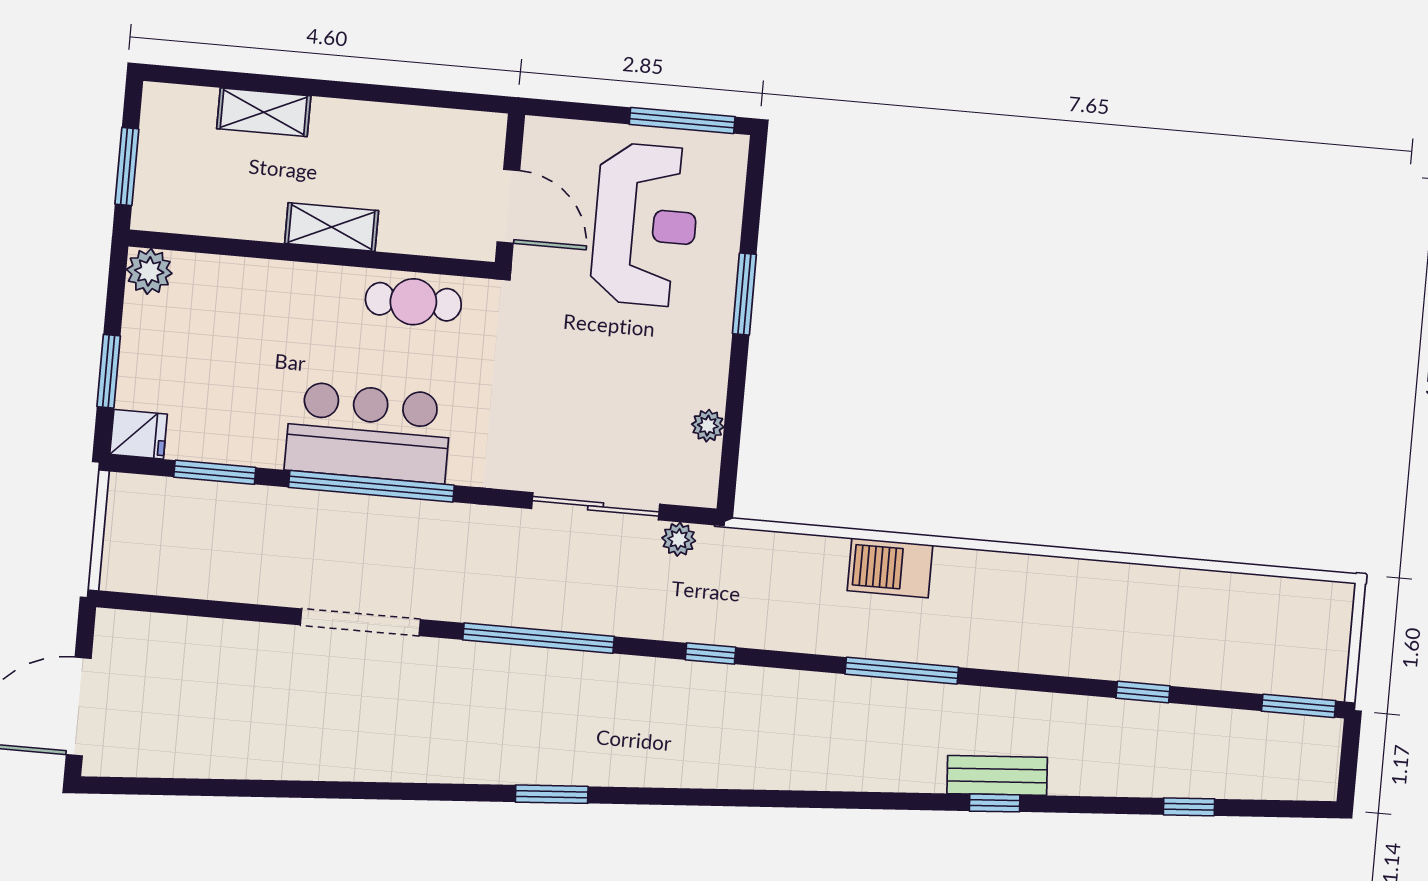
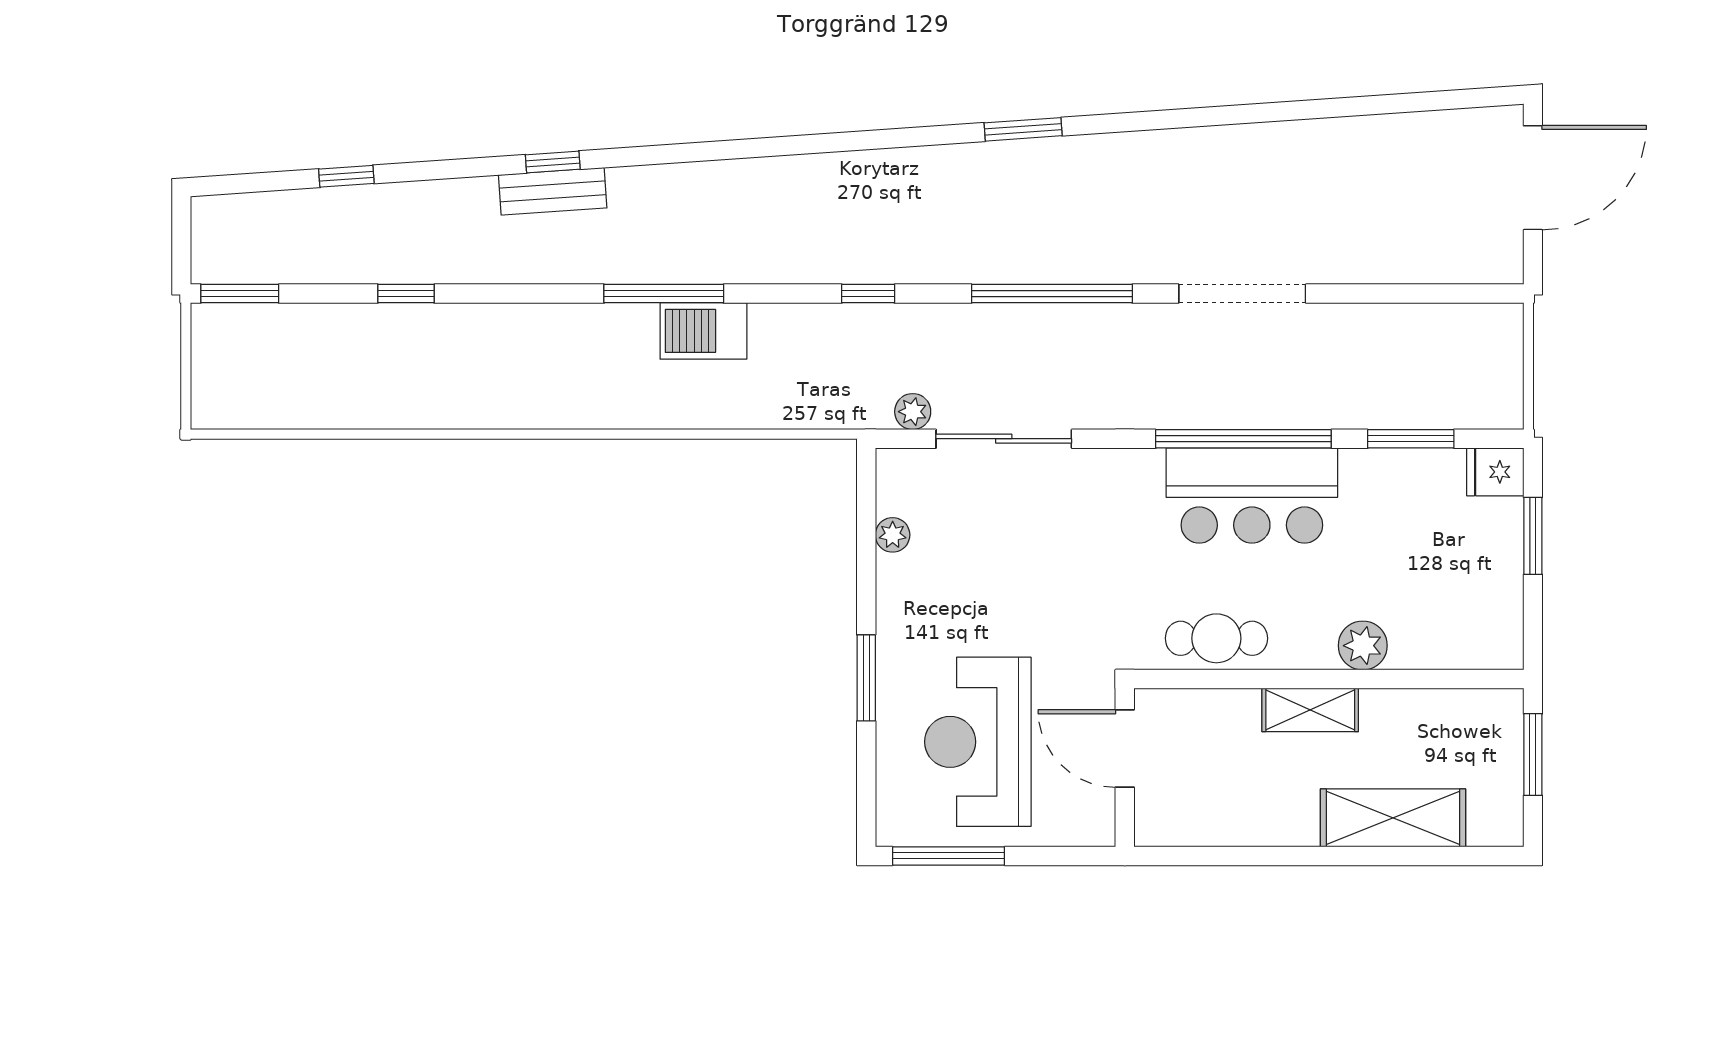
shelving: (264, 112) -> (1393, 818), width x1.50, depth x1.33
plant: (149, 271) -> (1363, 646), moved
barbecue: (890, 568) -> (703, 331), moved, turned 180

